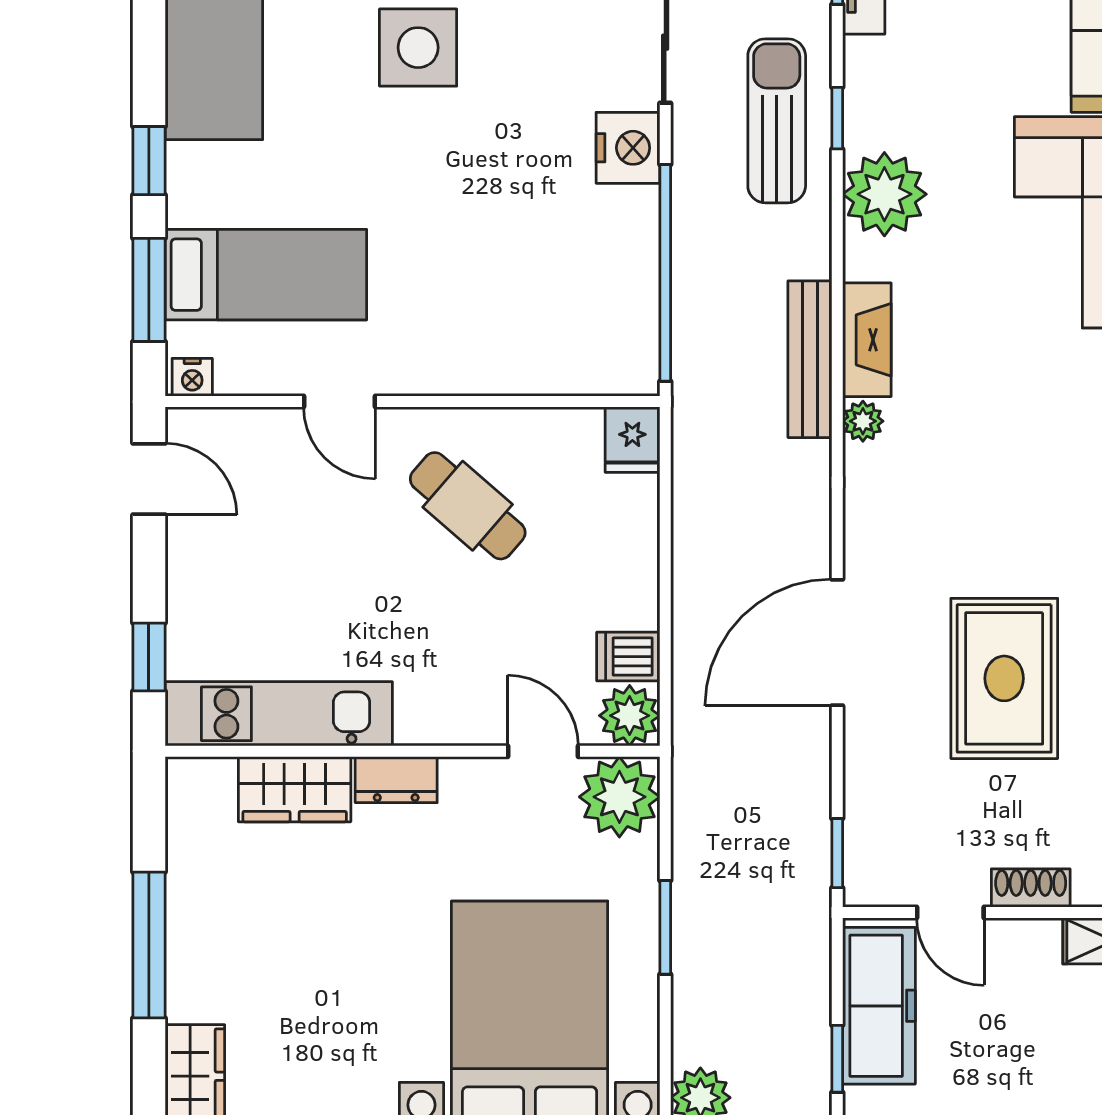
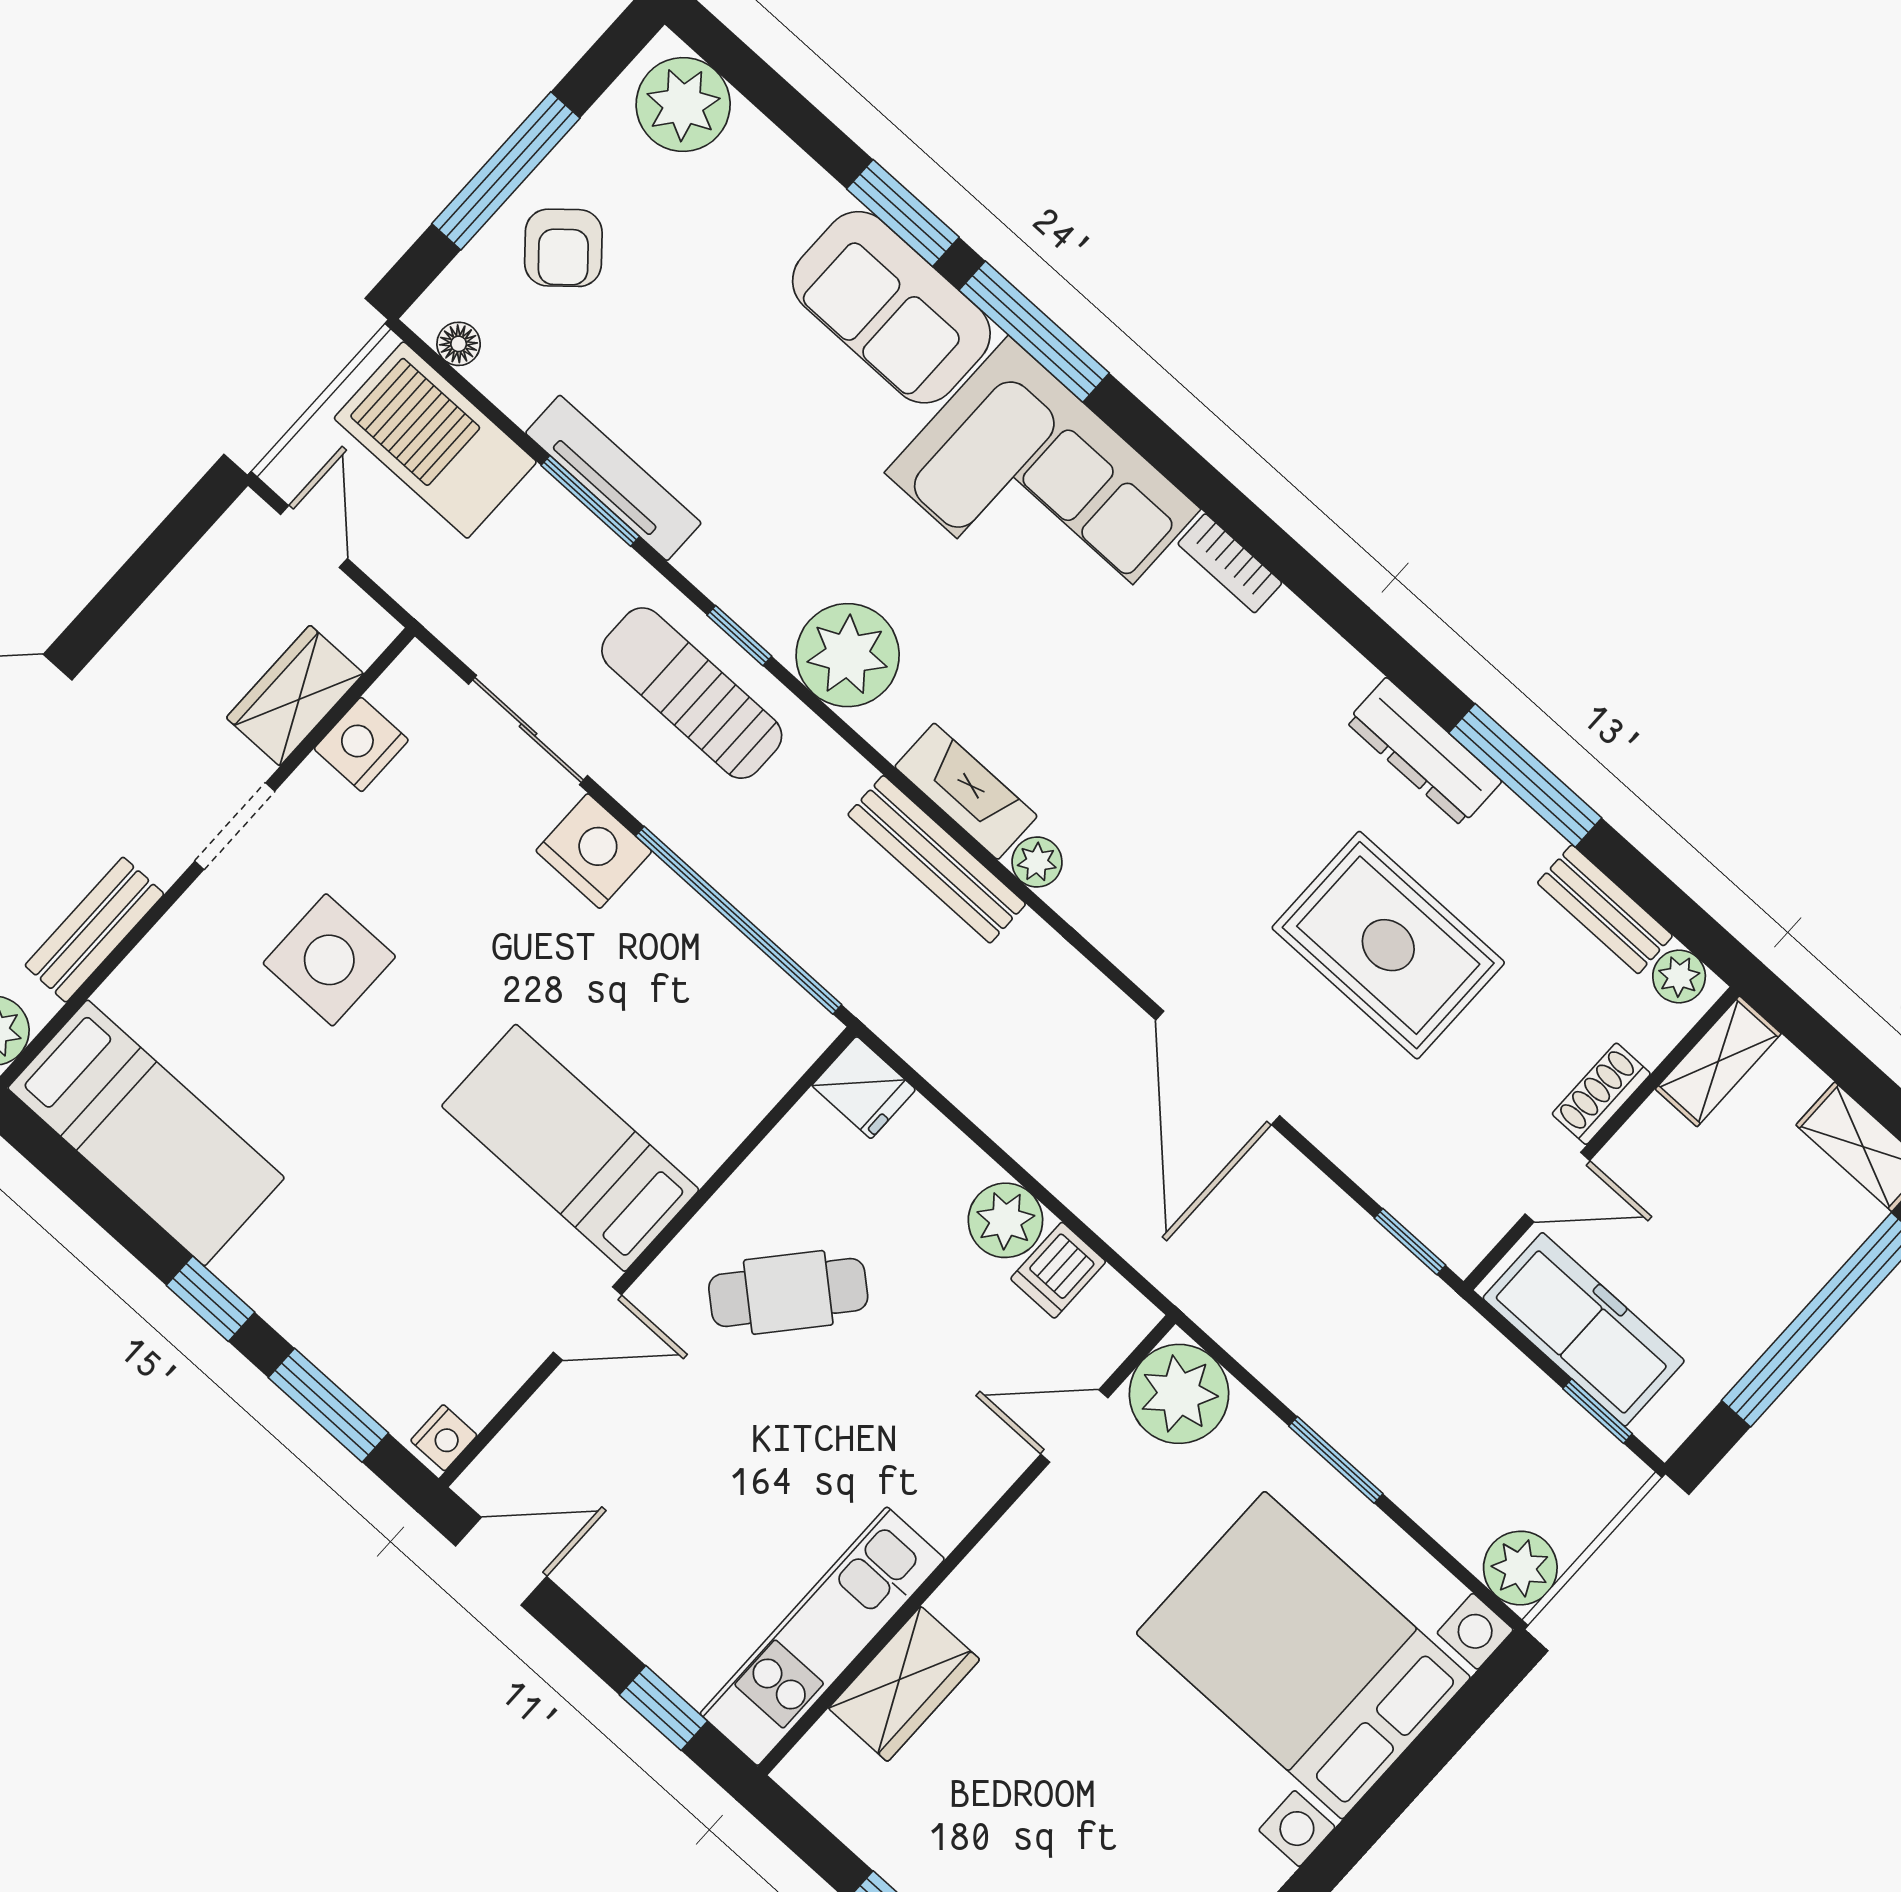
bed: (266, 275) -> (570, 1148), moved, turned -90
plant: (630, 716) -> (1005, 1220), moved
dresser: (396, 780) -> (979, 1583), removed

